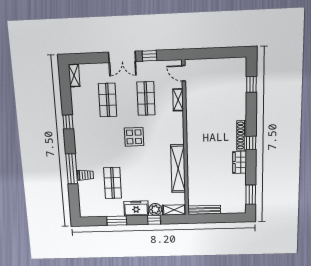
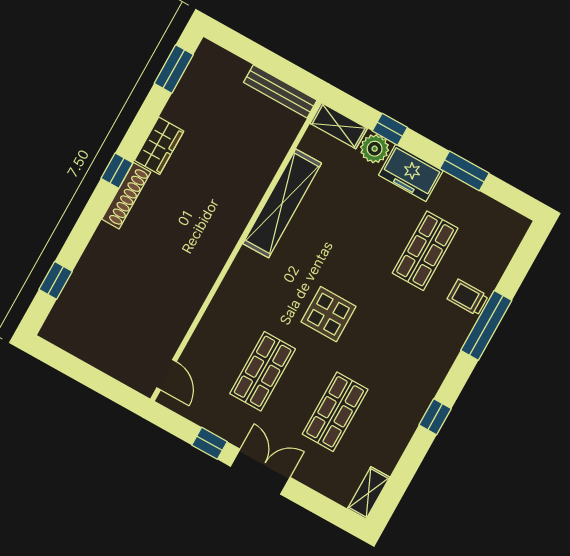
shelving: (178, 100) -> (205, 333), removed

